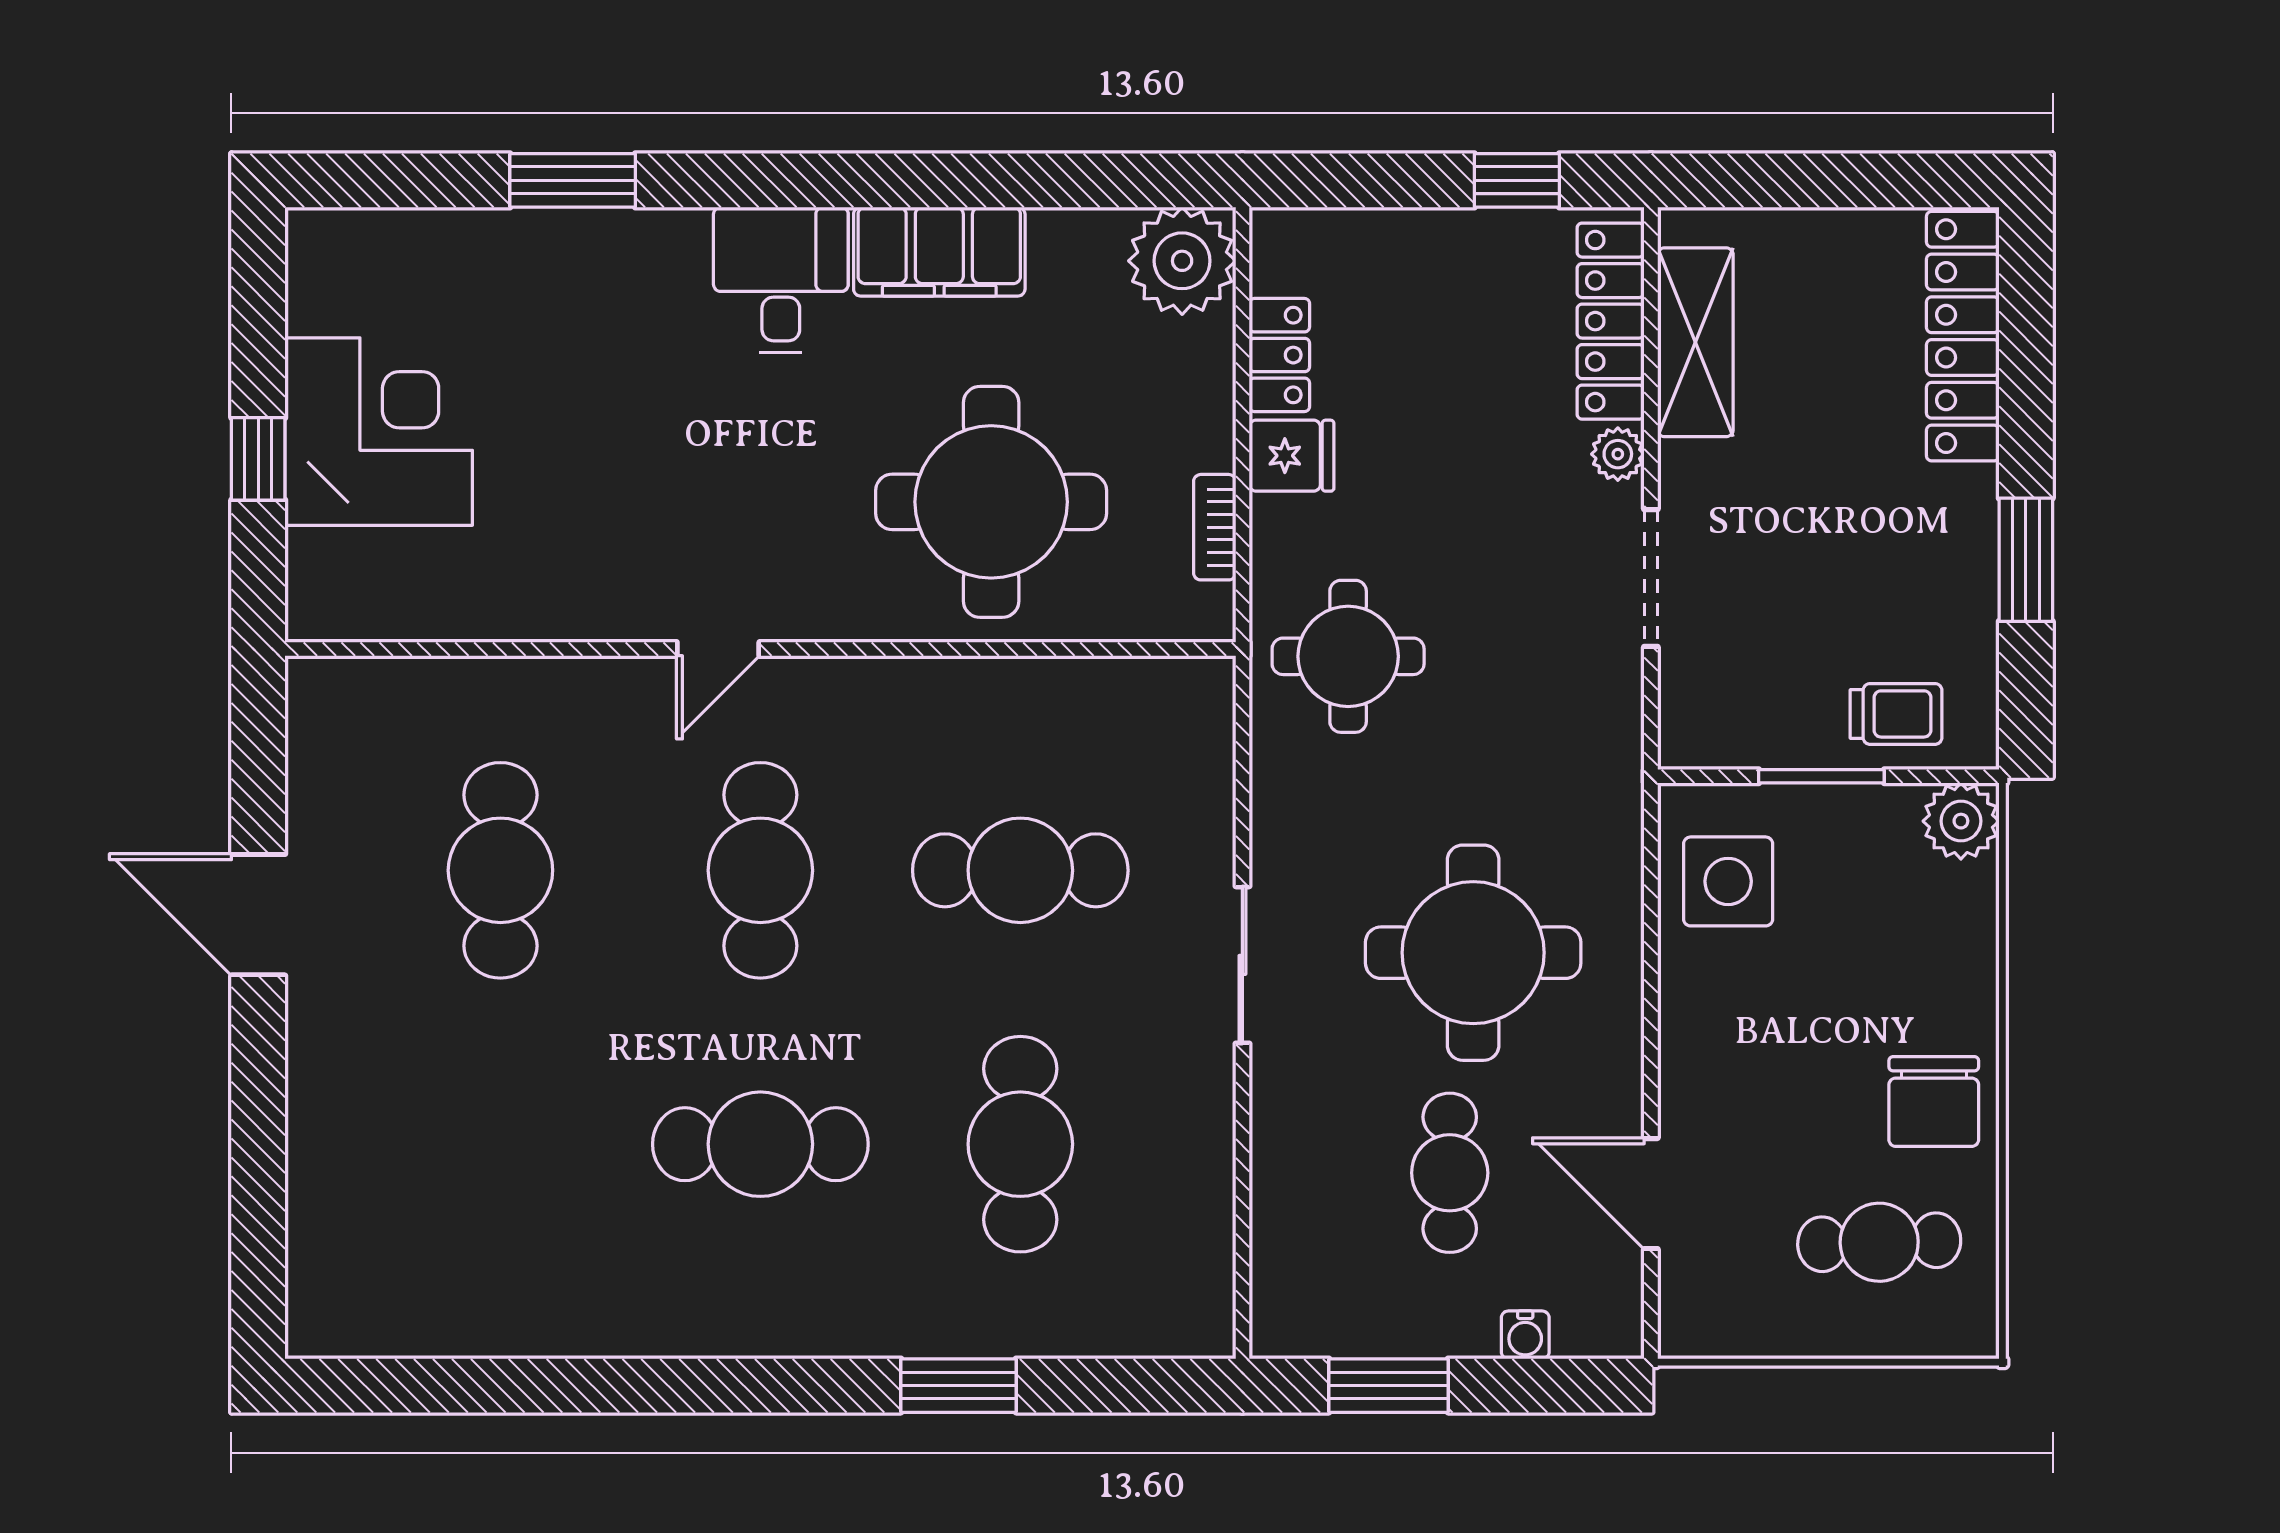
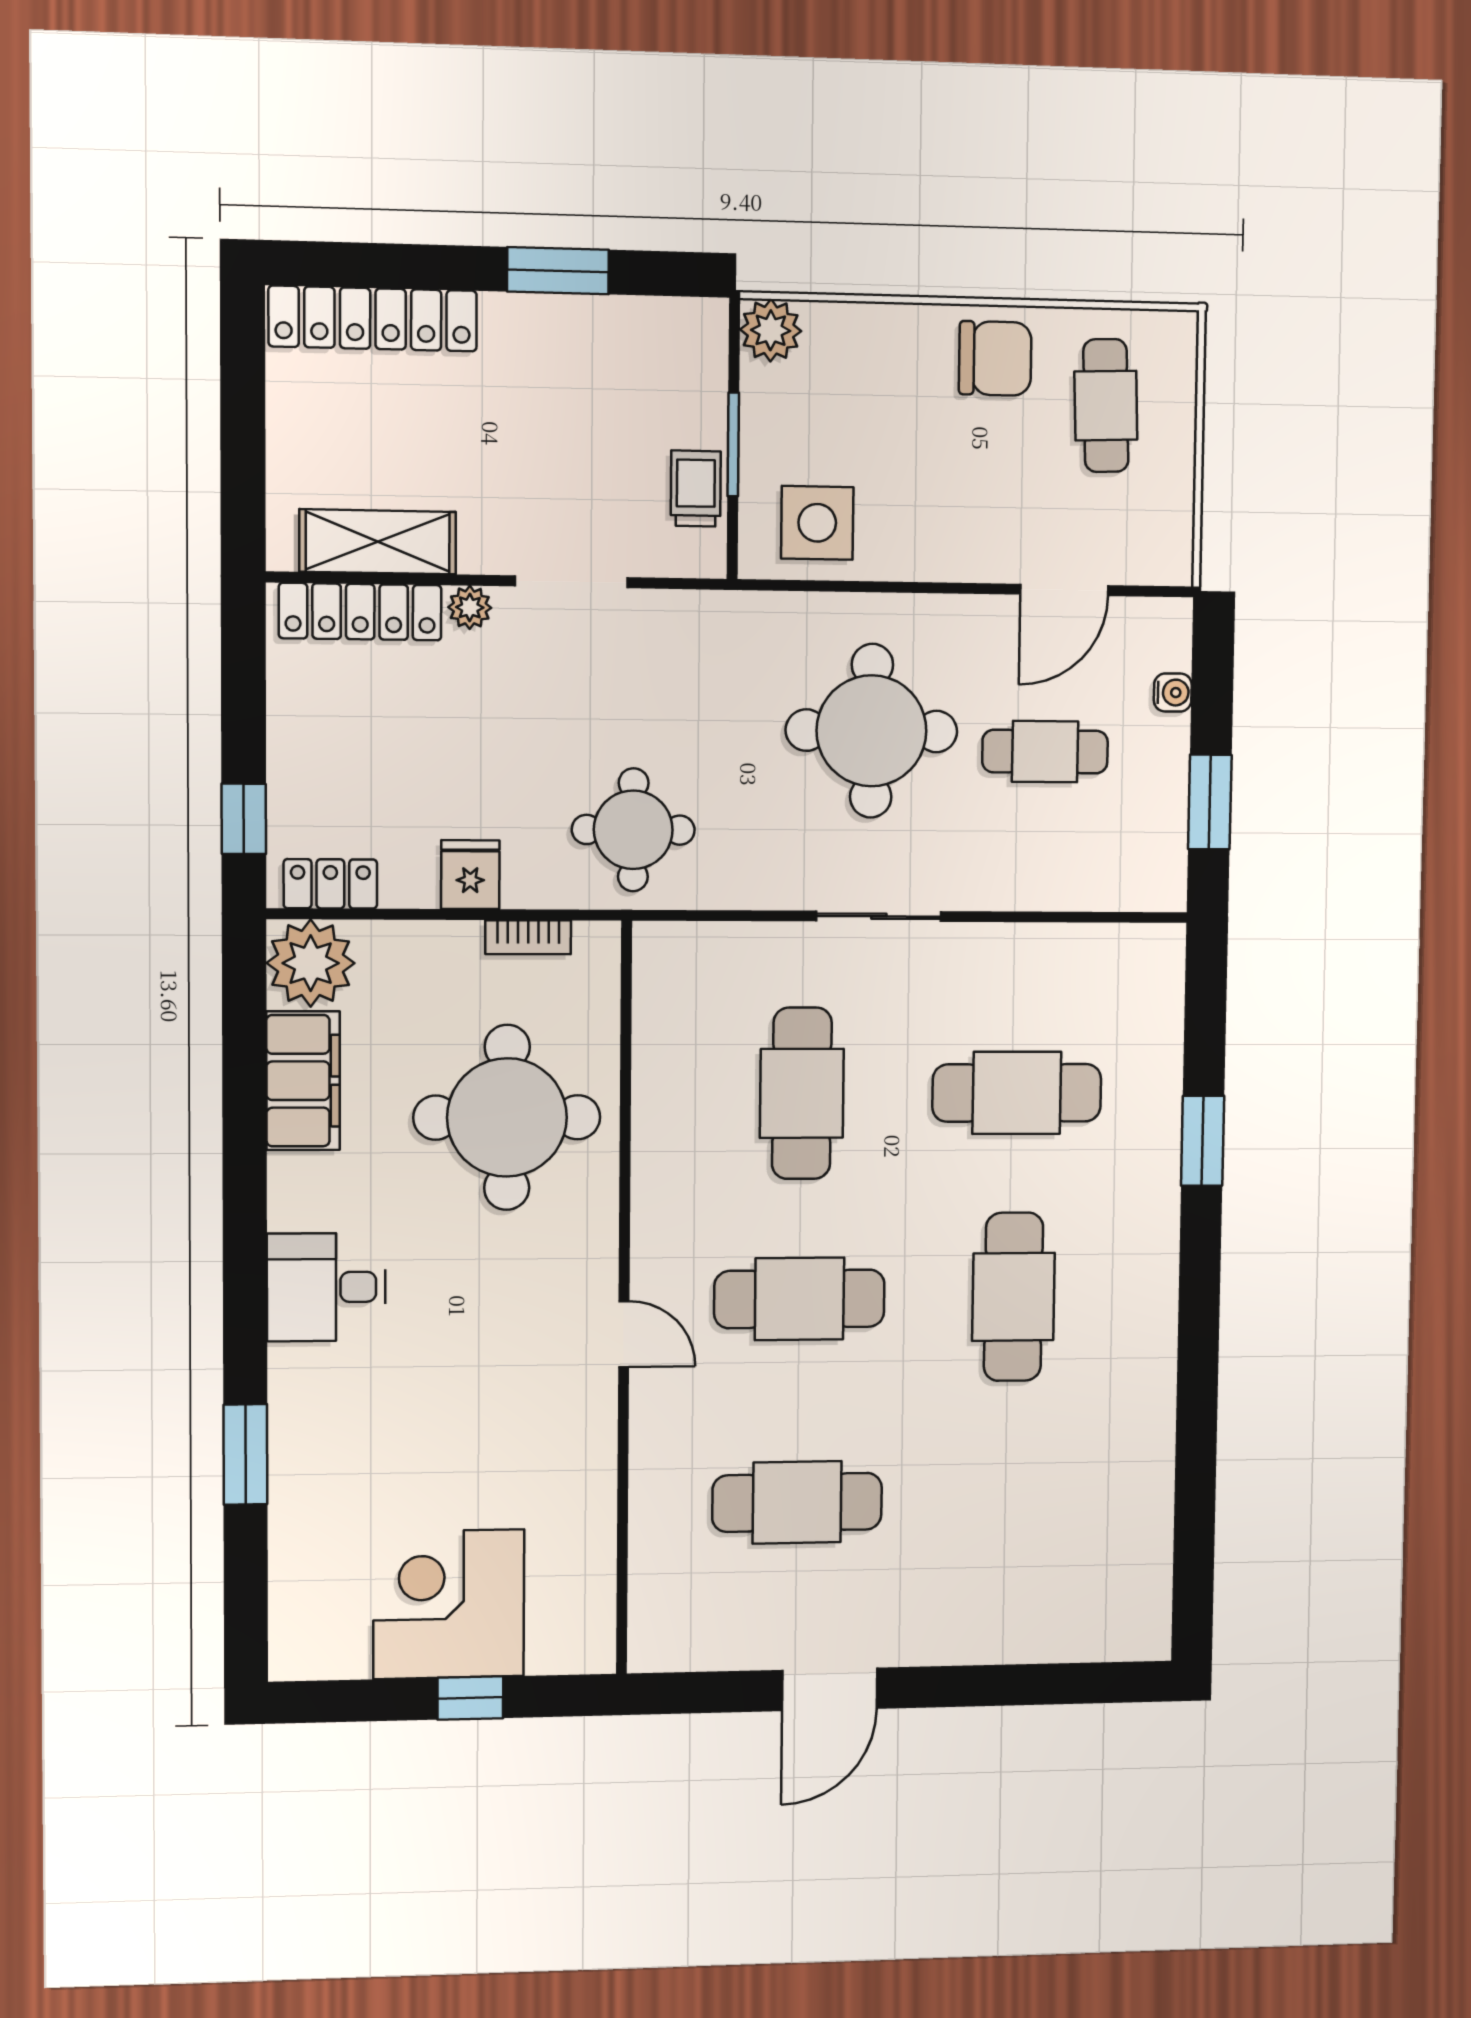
window: (1517, 180) -> (244, 819), moved
filing cabinet: (939, 252) -> (303, 1081), moved
locker: (1279, 355) -> (330, 884), moved
trolley: (1896, 714) -> (696, 489), moved

